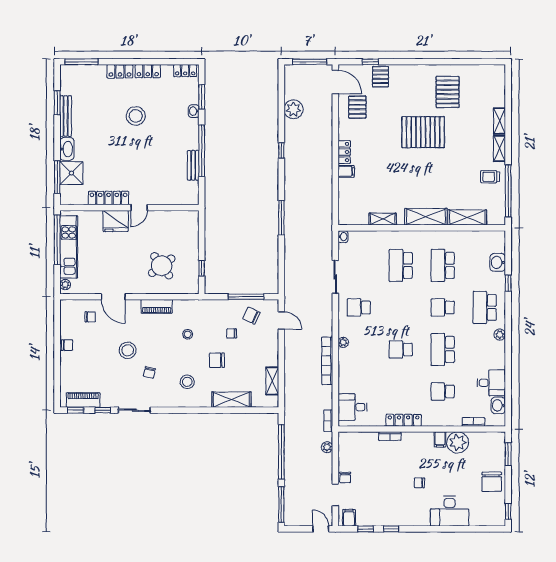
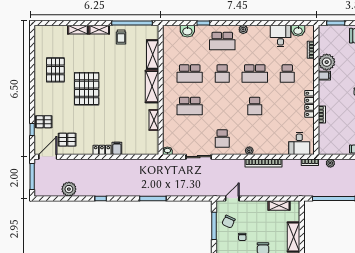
pallet: (448, 92) -> (55, 70), turned 90

